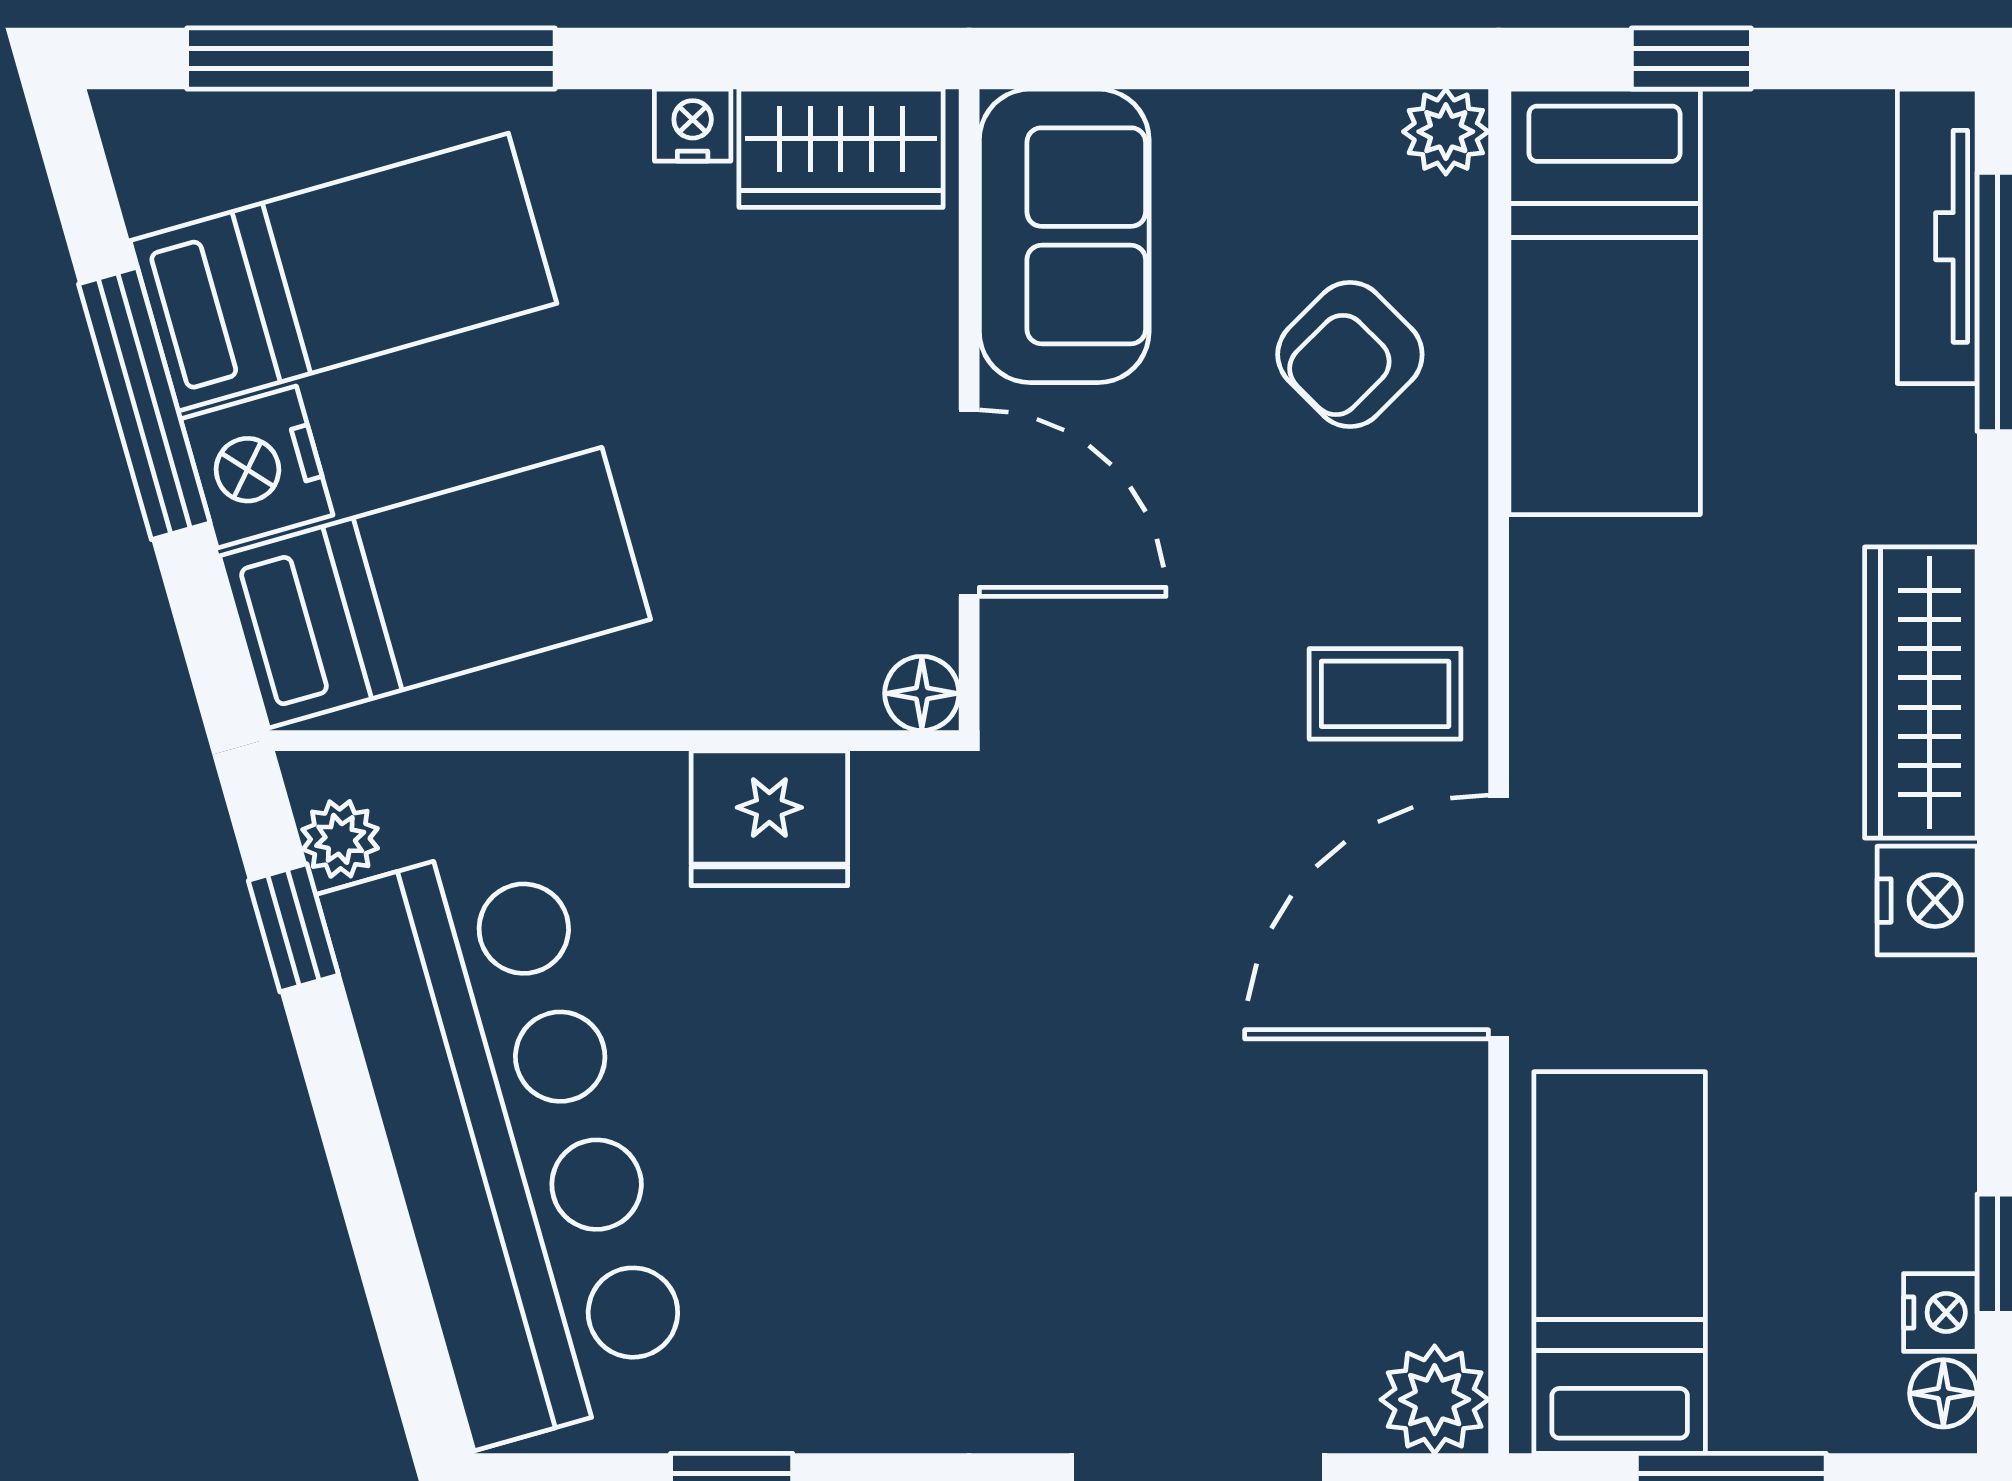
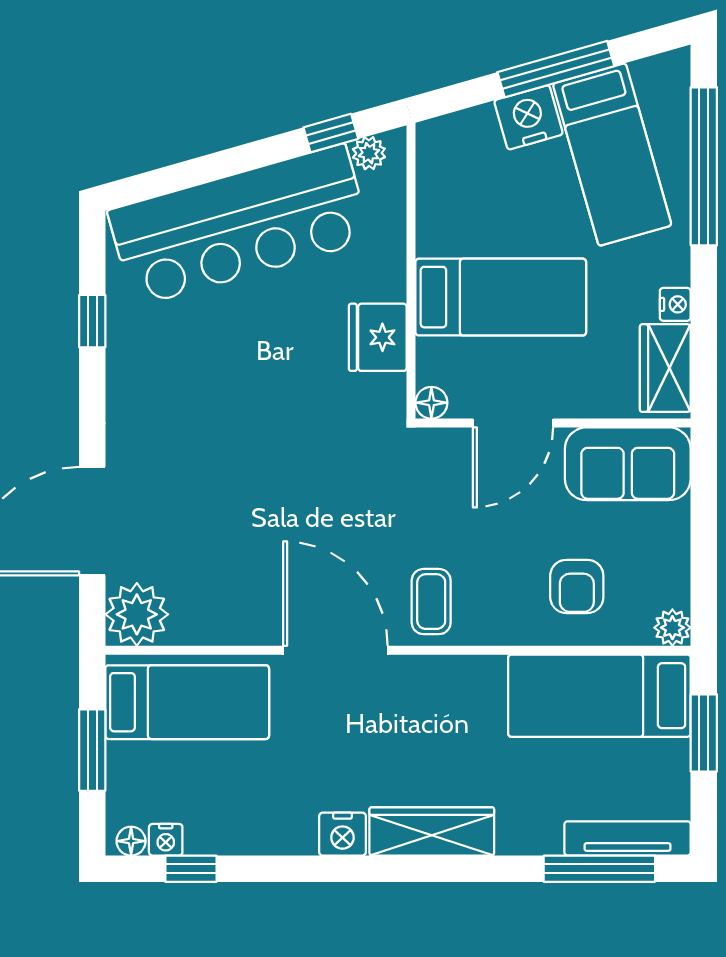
window: (1691, 58) -> (704, 733), width x1.50
armchair: (1350, 354) -> (577, 586), turned -135
bed: (435, 588) -> (501, 297), moved, turned -74
plant: (1435, 1400) -> (137, 614), width x1.36, depth x1.36

